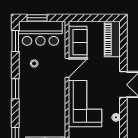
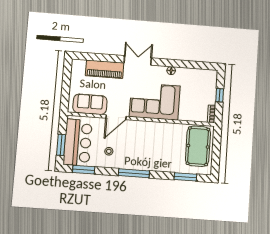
piano: (112, 39) -> (105, 69), moved
door: (67, 68) -> (116, 117), swing flipped
window: (15, 89) -> (134, 173), width x1.44

